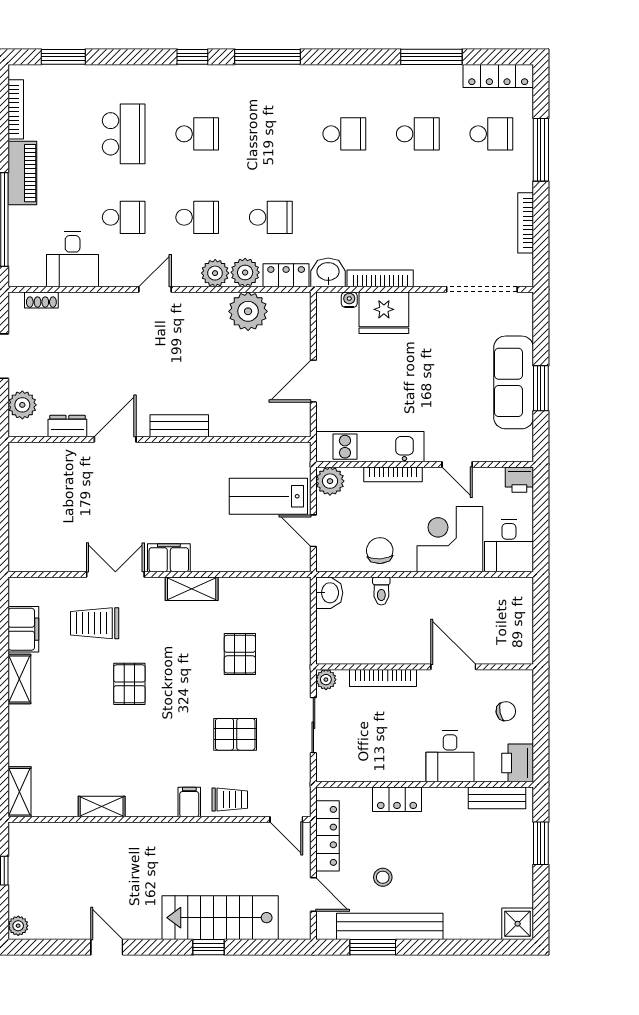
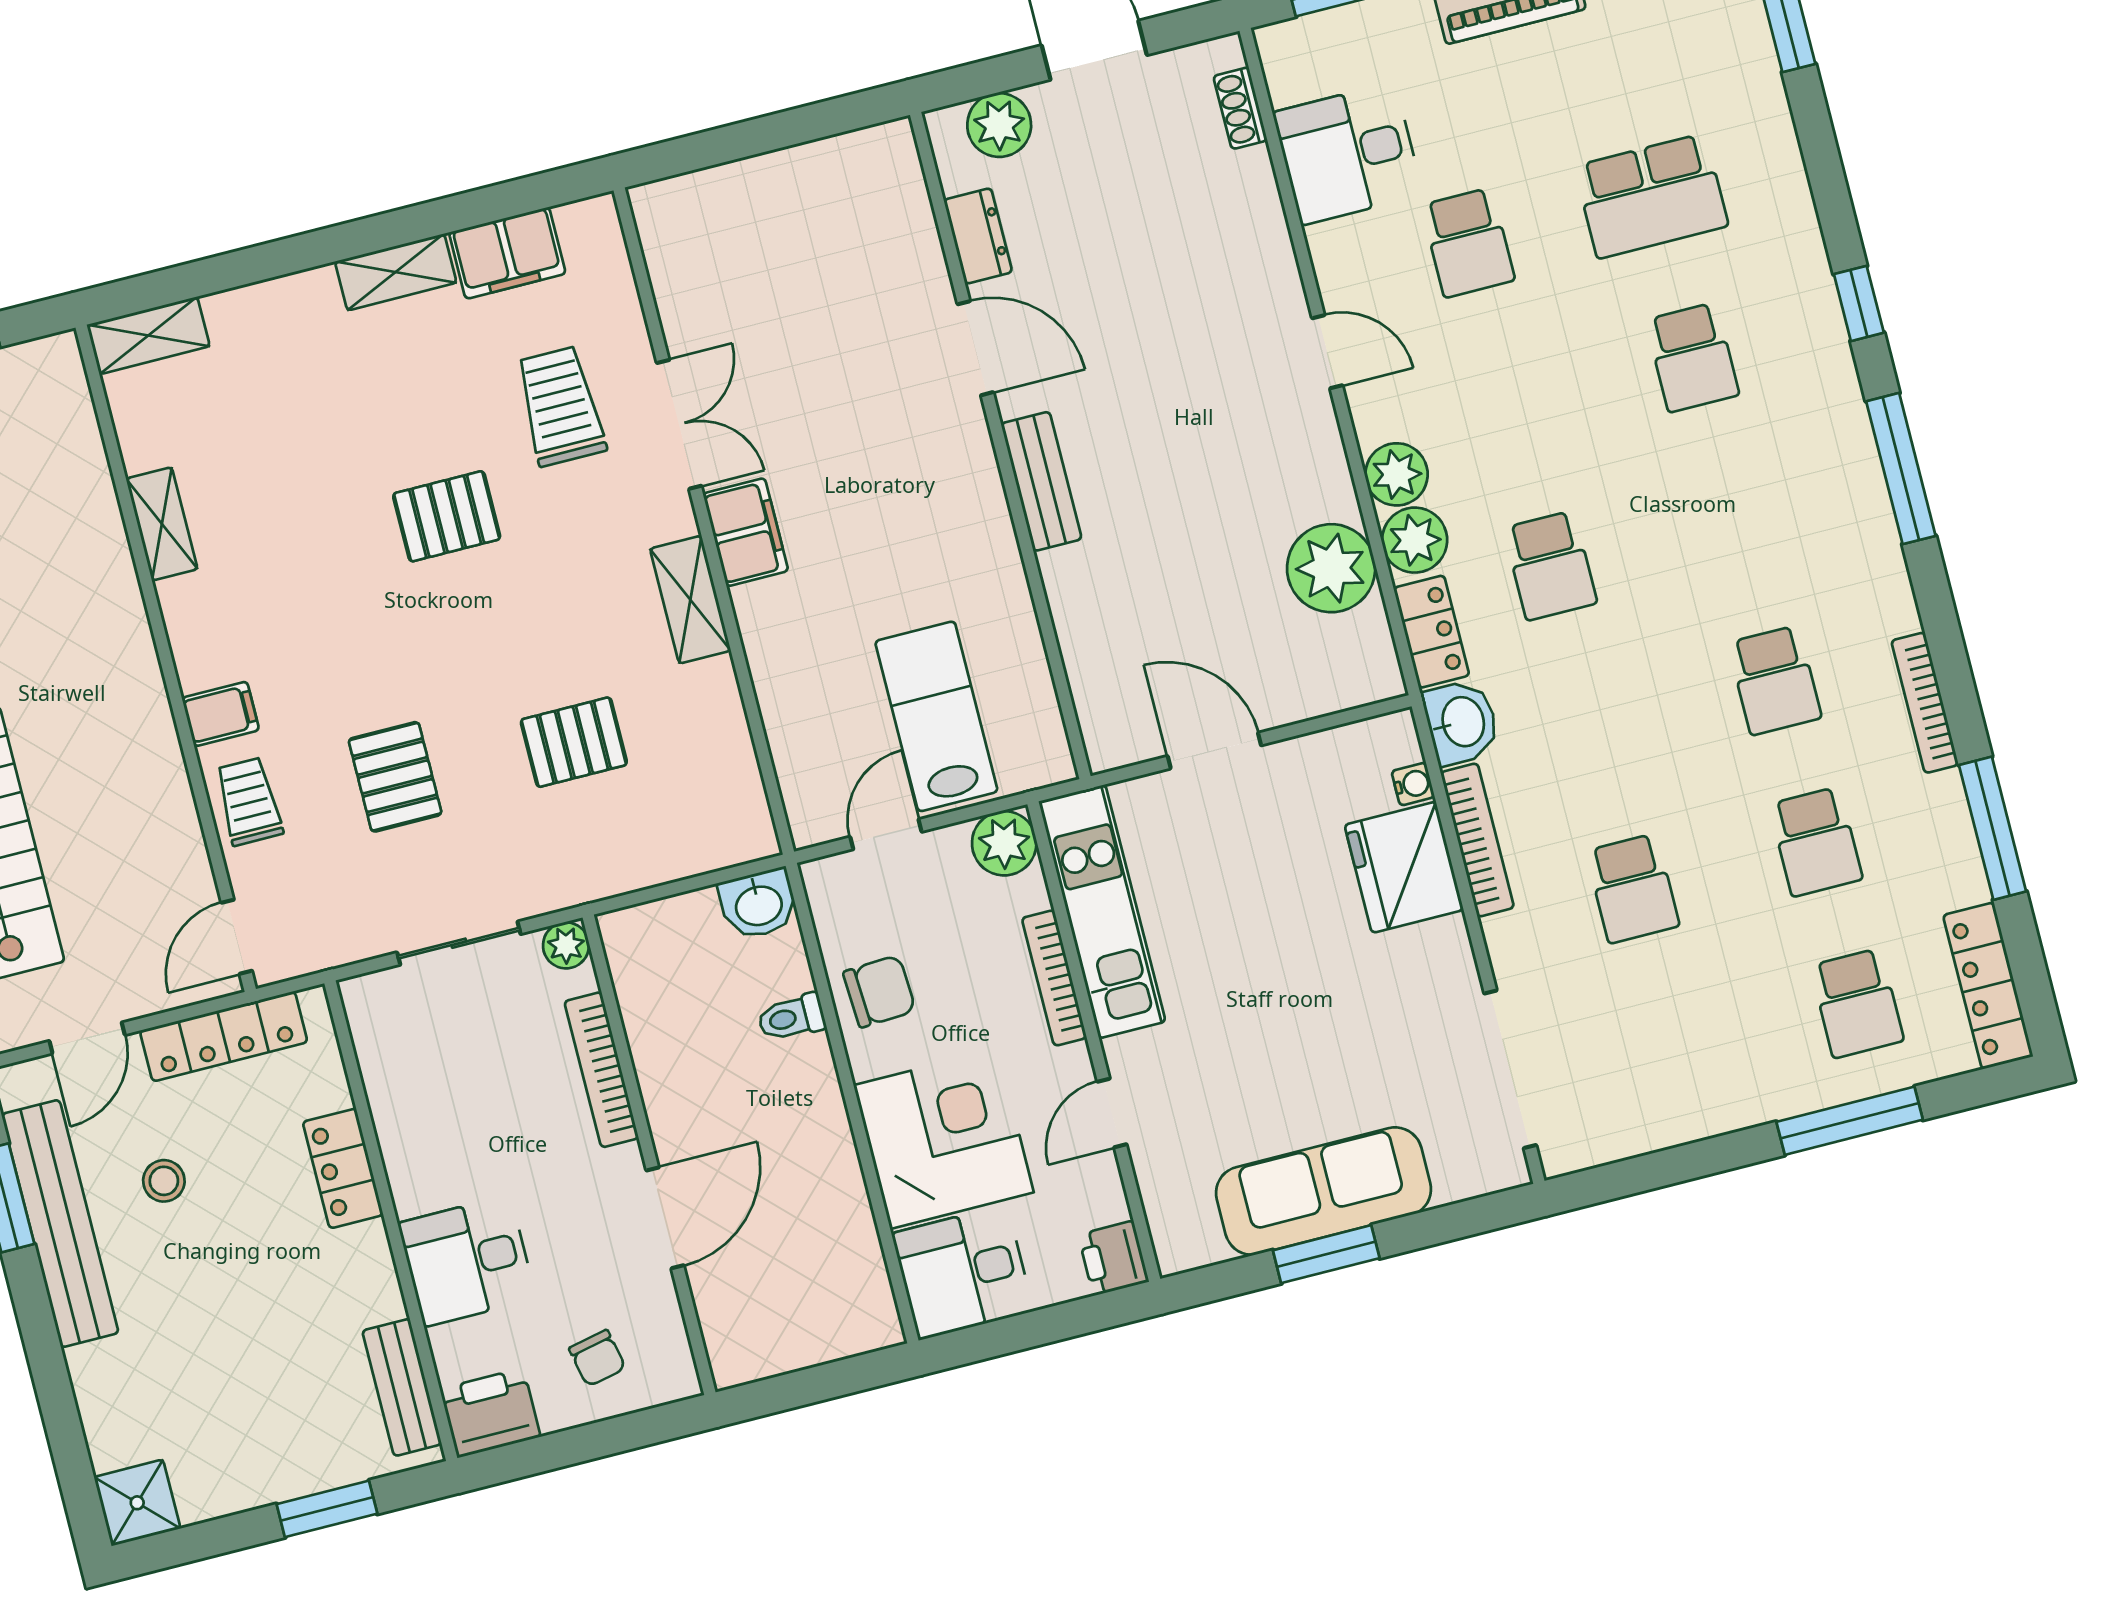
school desk: (197, 217) -> (1633, 888), moved
bookcase: (526, 223) -> (1925, 703), moved, turned -90
trolley: (230, 800) -> (249, 801), turned 180

